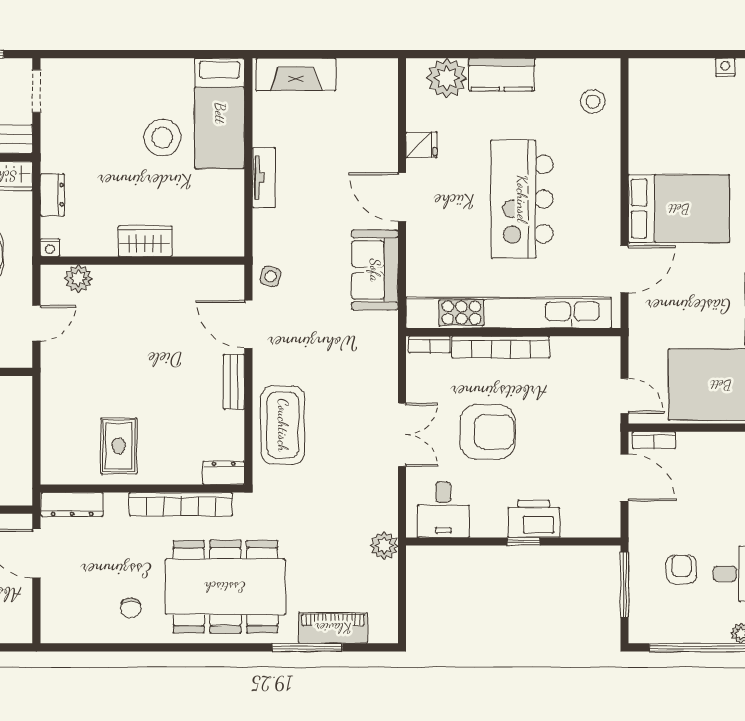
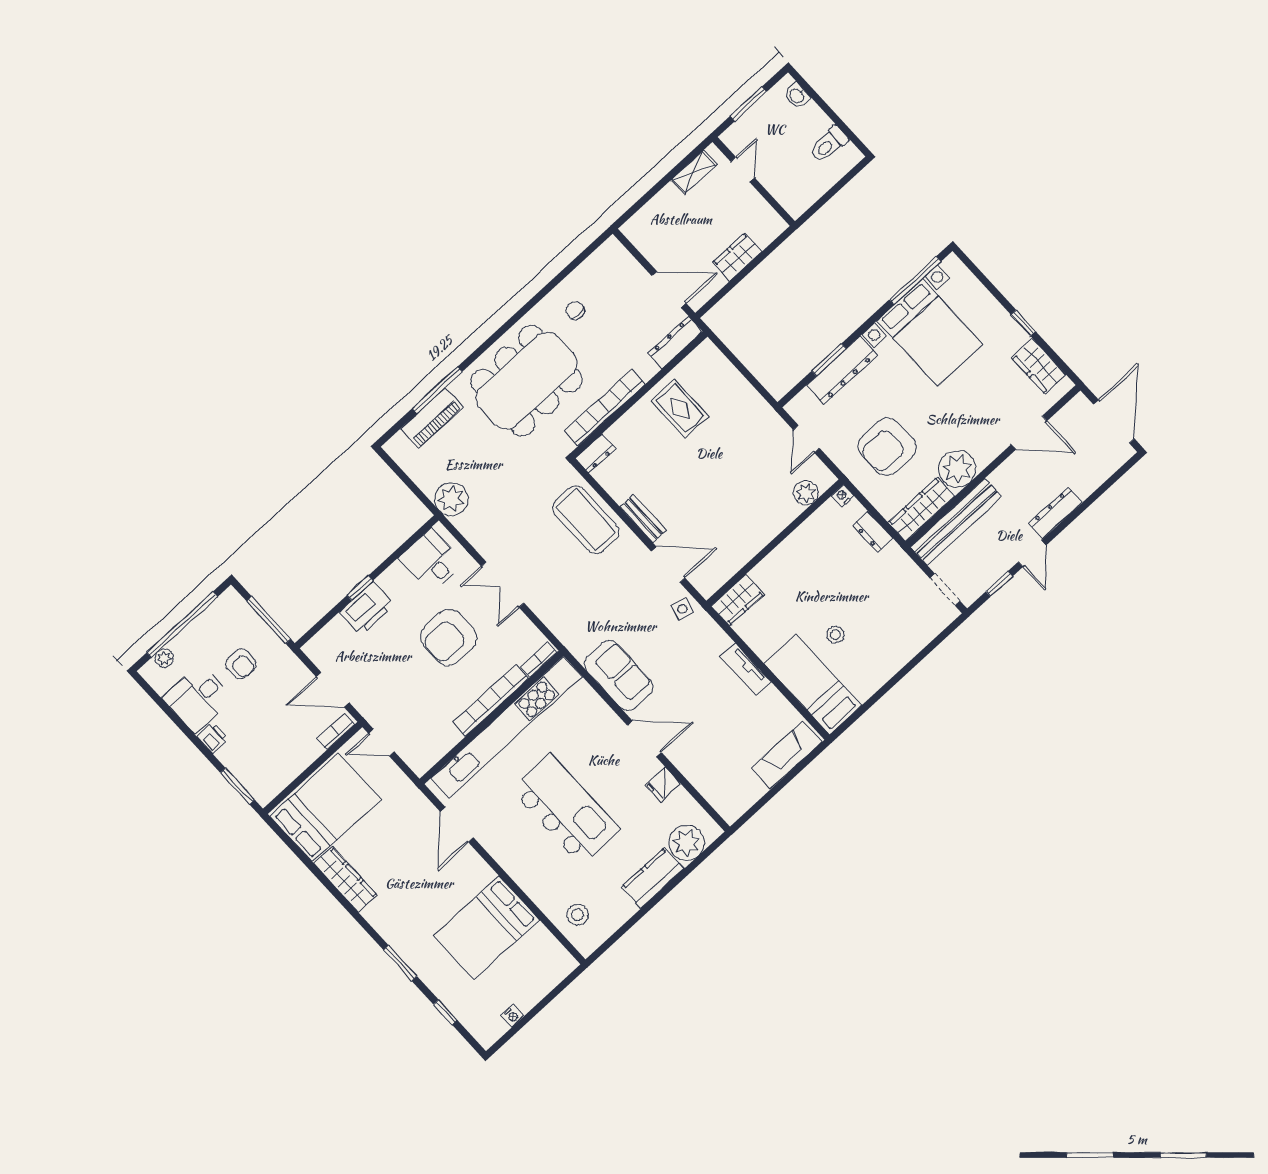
stool: (162, 138) -> (835, 634), width x0.53, depth x0.53
bed: (679, 209) -> (486, 928), moved
wardrobe: (145, 241) -> (738, 600), moved
plant: (384, 546) -> (451, 499), width x1.36, depth x1.36

